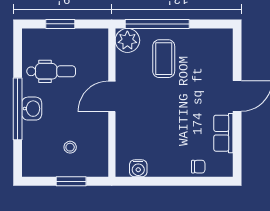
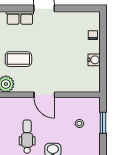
row of seats: (223, 133) -> (20, 18), moved
water cooler: (138, 168) -> (94, 60), moved

